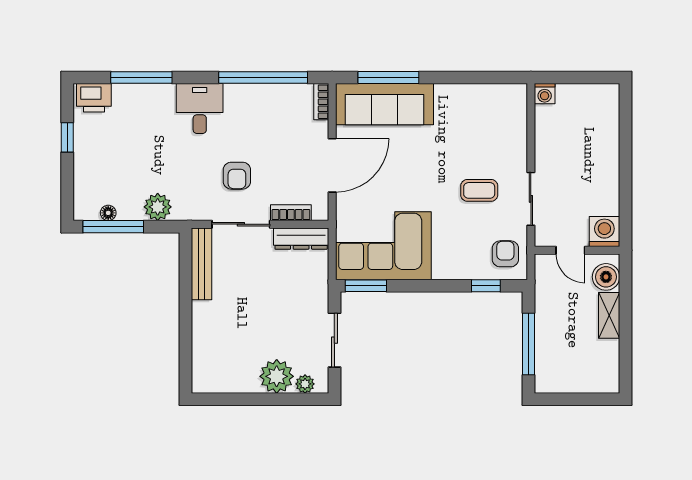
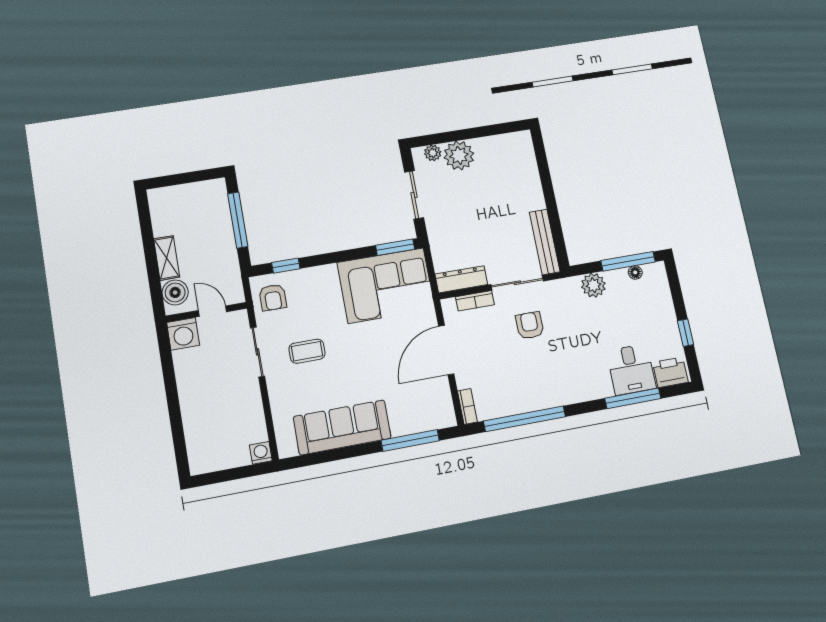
sofa: (384, 104) -> (342, 427), moved
desk: (200, 109) -> (631, 369), moved

